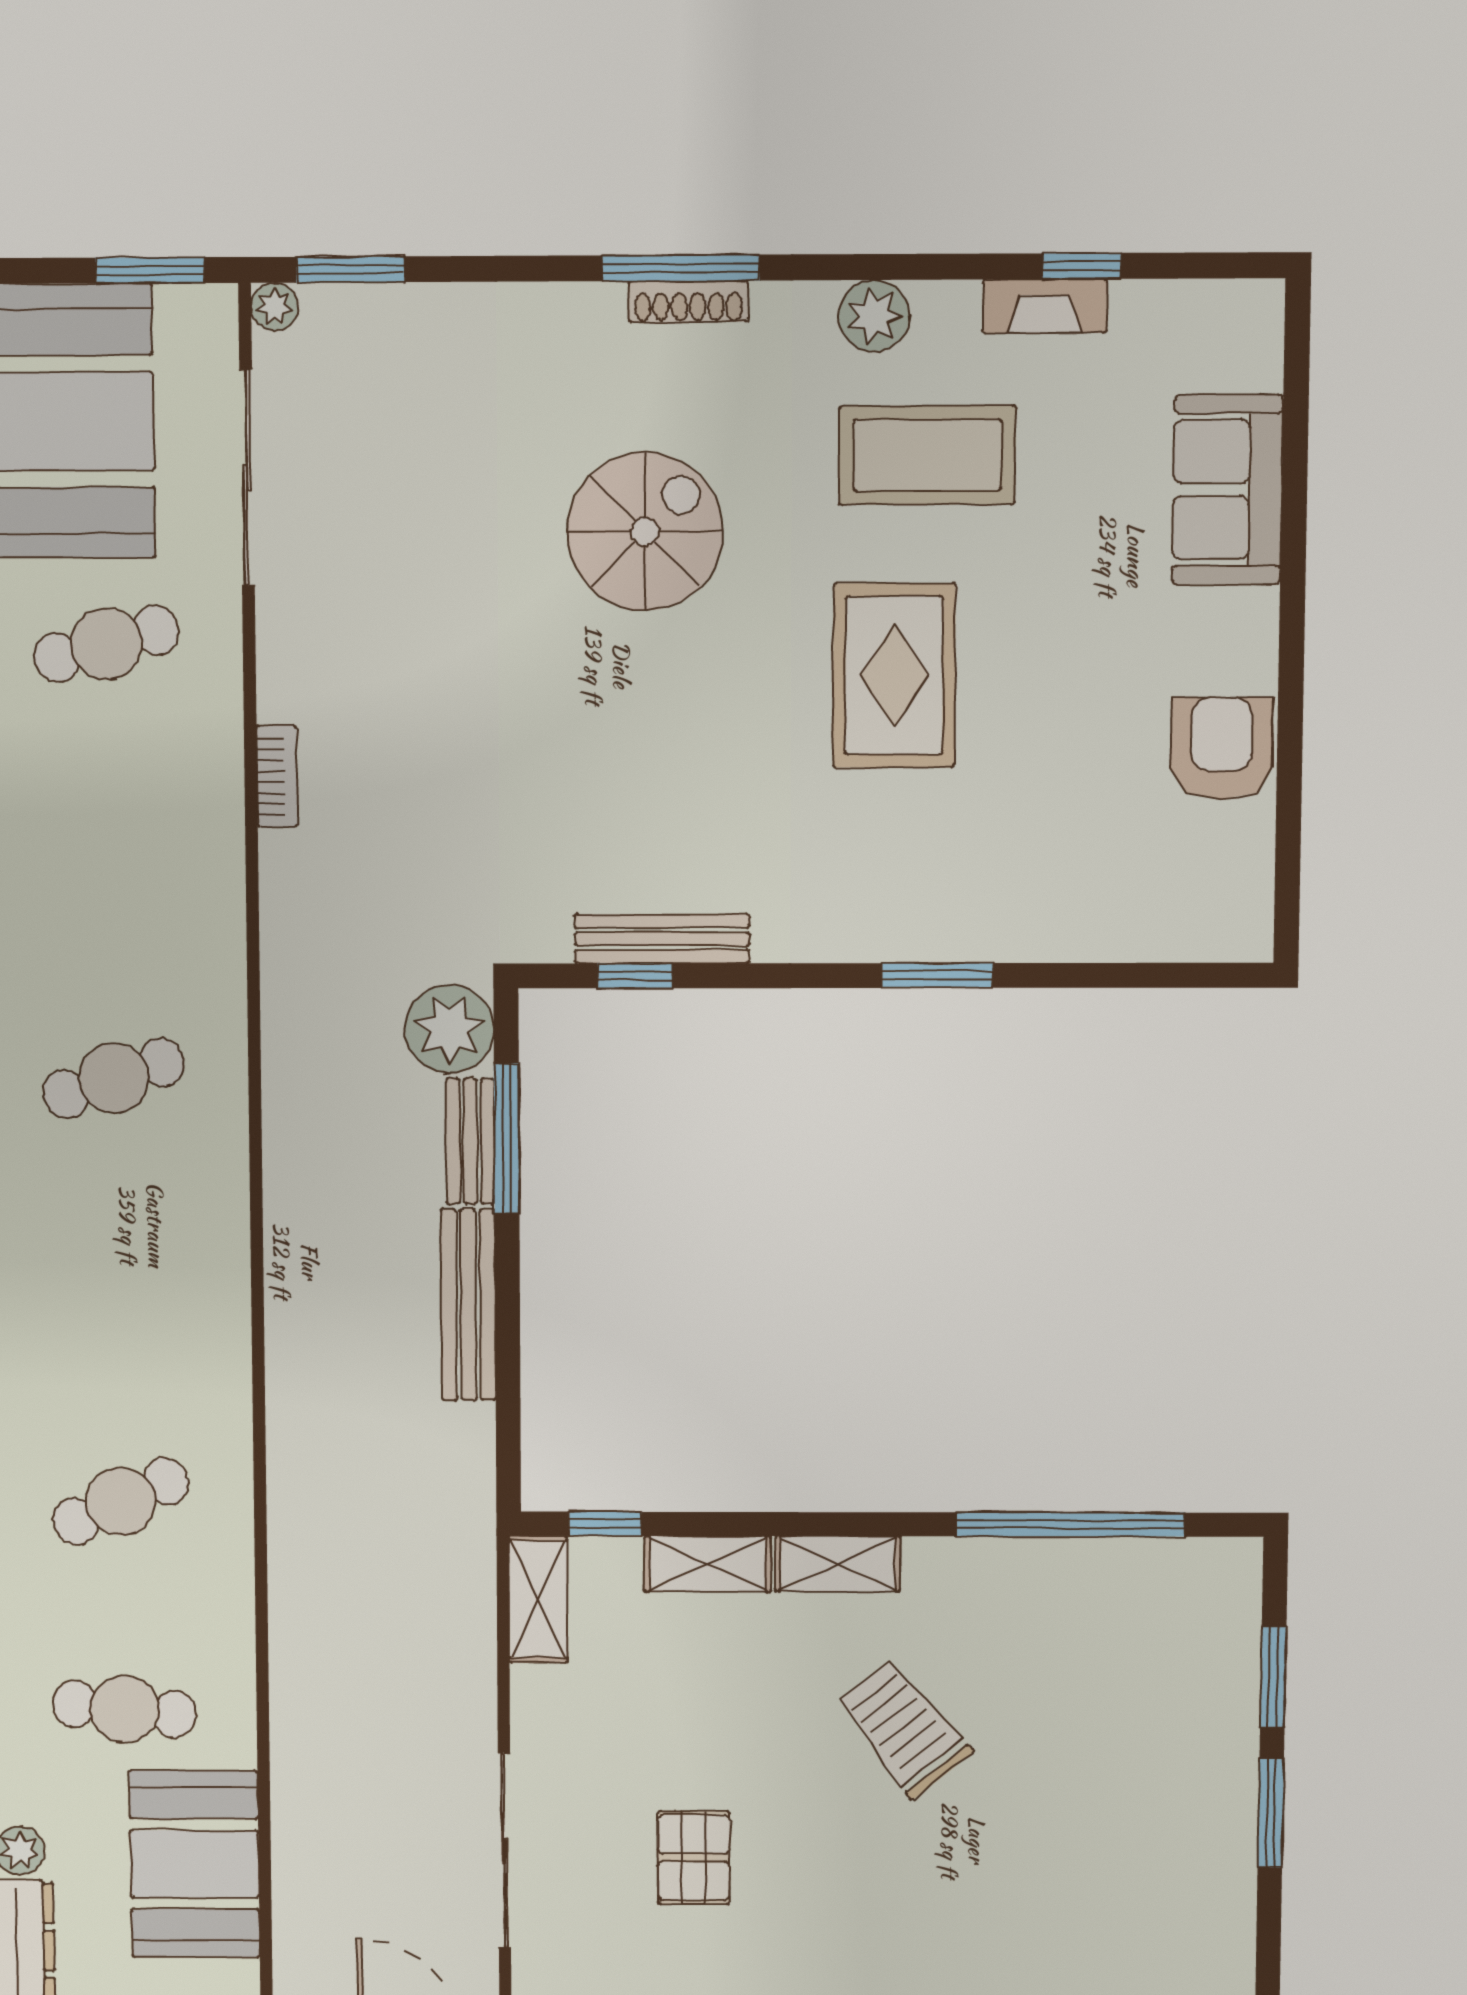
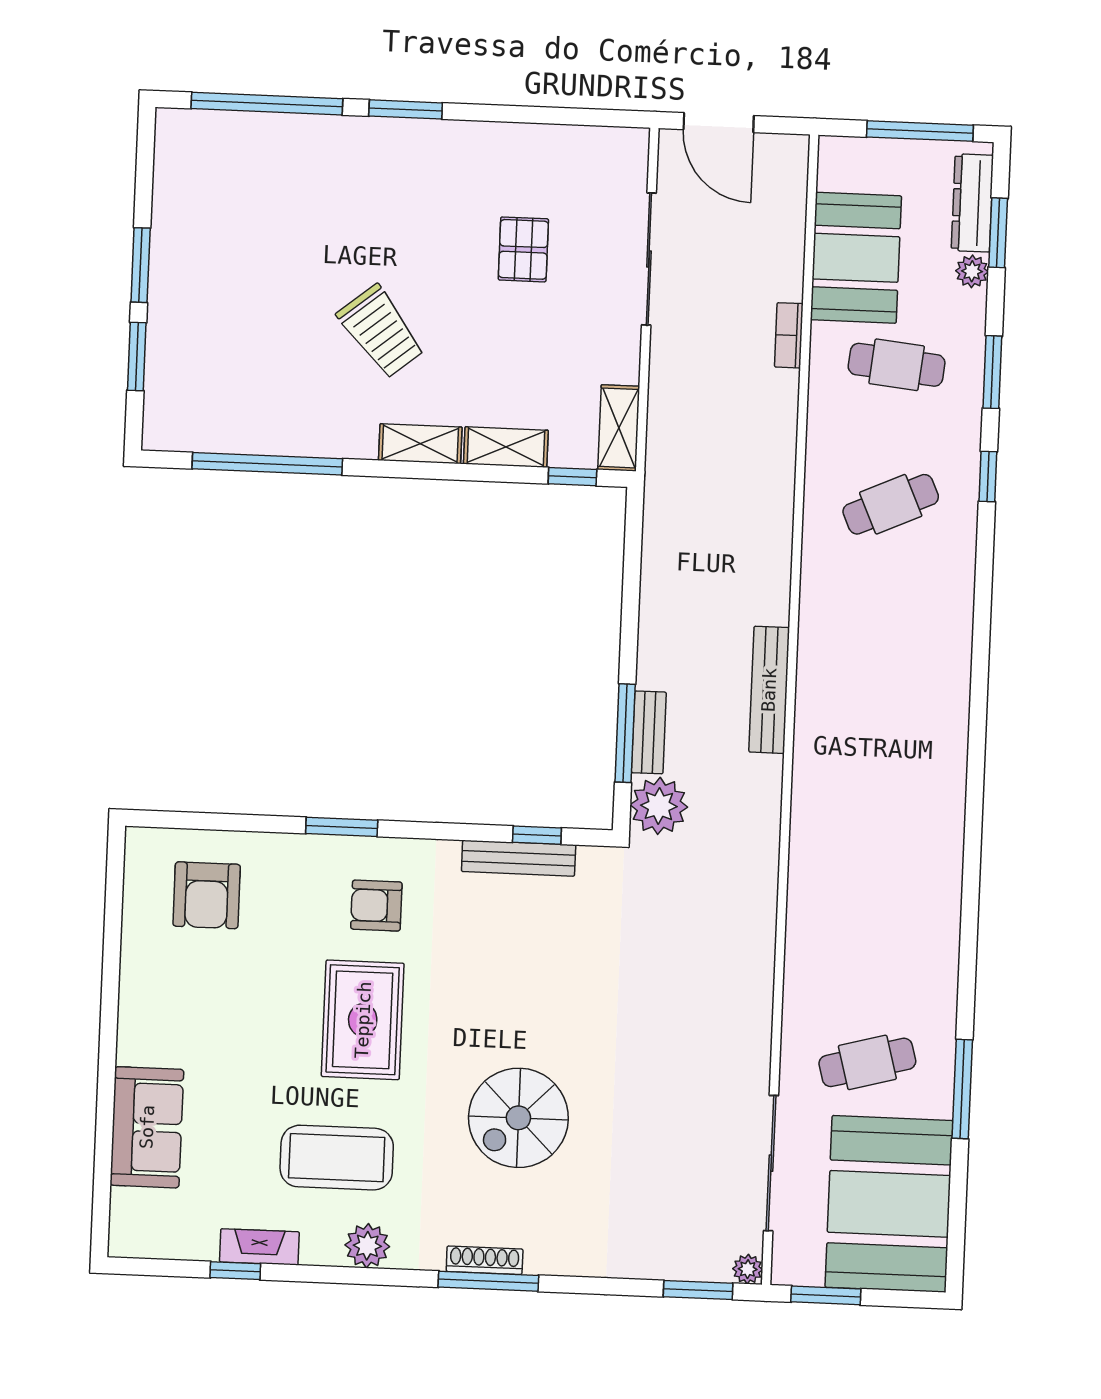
armchair: (1222, 748) -> (207, 895), moved
bookcase: (277, 776) -> (789, 335), moved
armchair: (879, 856) -> (376, 906), added
cafe table: (114, 1078) -> (879, 783), removed
bench: (468, 1305) -> (769, 690), moved

